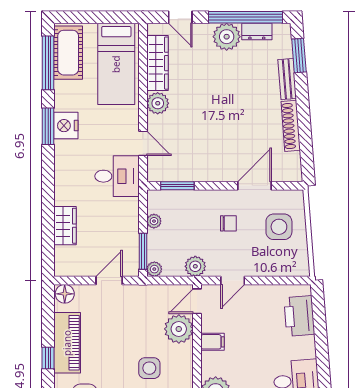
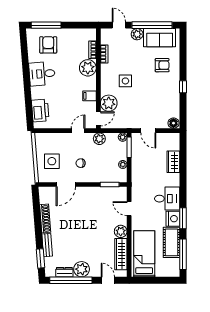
cot: (68, 53) -> (172, 242), moved
desk: (117, 176) -> (167, 199), moved, turned 180
door: (109, 281) -> (148, 131), hinge flipped
piano: (67, 343) -> (172, 95), removed

